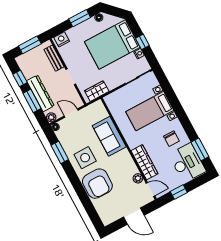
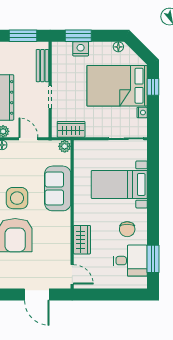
window: (80, 18) -> (78, 36), moved
nightstand: (62, 39) -> (81, 49), moved
window: (142, 42) -> (153, 87), moved
wardrobe: (145, 162) -> (82, 240), width x0.67
desk: (187, 163) -> (130, 261), width x0.73
plant: (138, 178) -> (65, 146), moved
window: (179, 192) -> (103, 295), removed

